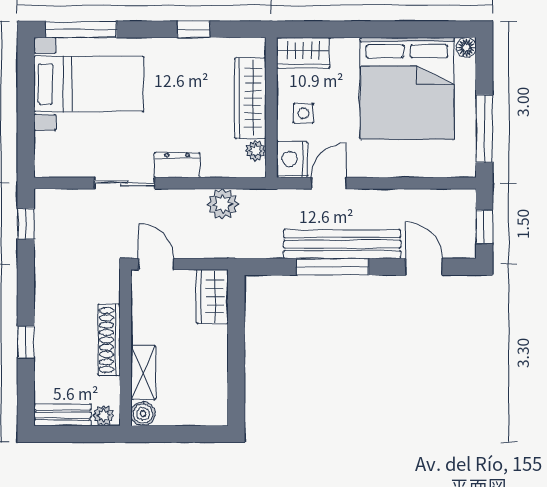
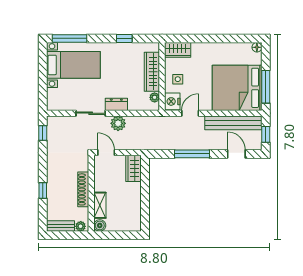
bed: (407, 88) -> (237, 88), moved, turned 90
plant: (223, 204) -> (118, 123), moved
bench: (342, 244) -> (233, 123), moved

